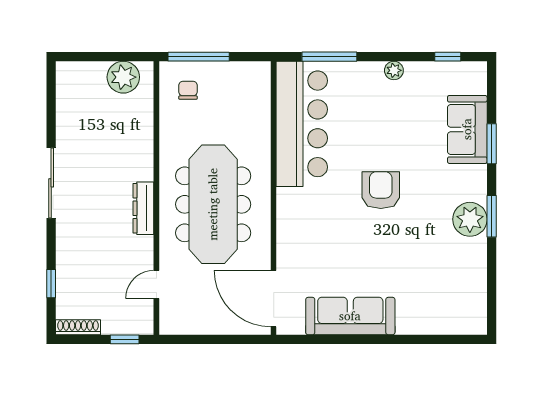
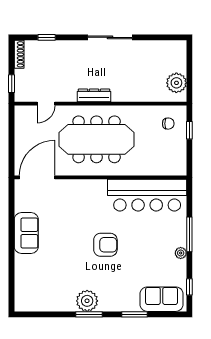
window: (199, 57) -> (189, 130), width x0.46
window: (329, 57) -> (189, 234), moved
sofa: (467, 129) -> (162, 299), moved
door: (156, 285) -> (46, 104), swing flipped
sofa: (350, 316) -> (26, 233), width x0.73

